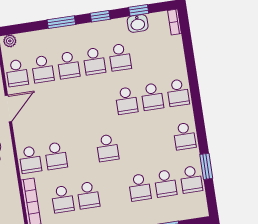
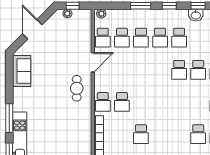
school desk: (107, 148) -> (160, 102), removed
school desk: (140, 187) -> (179, 134), removed
school desk: (63, 199) -> (122, 134), removed

